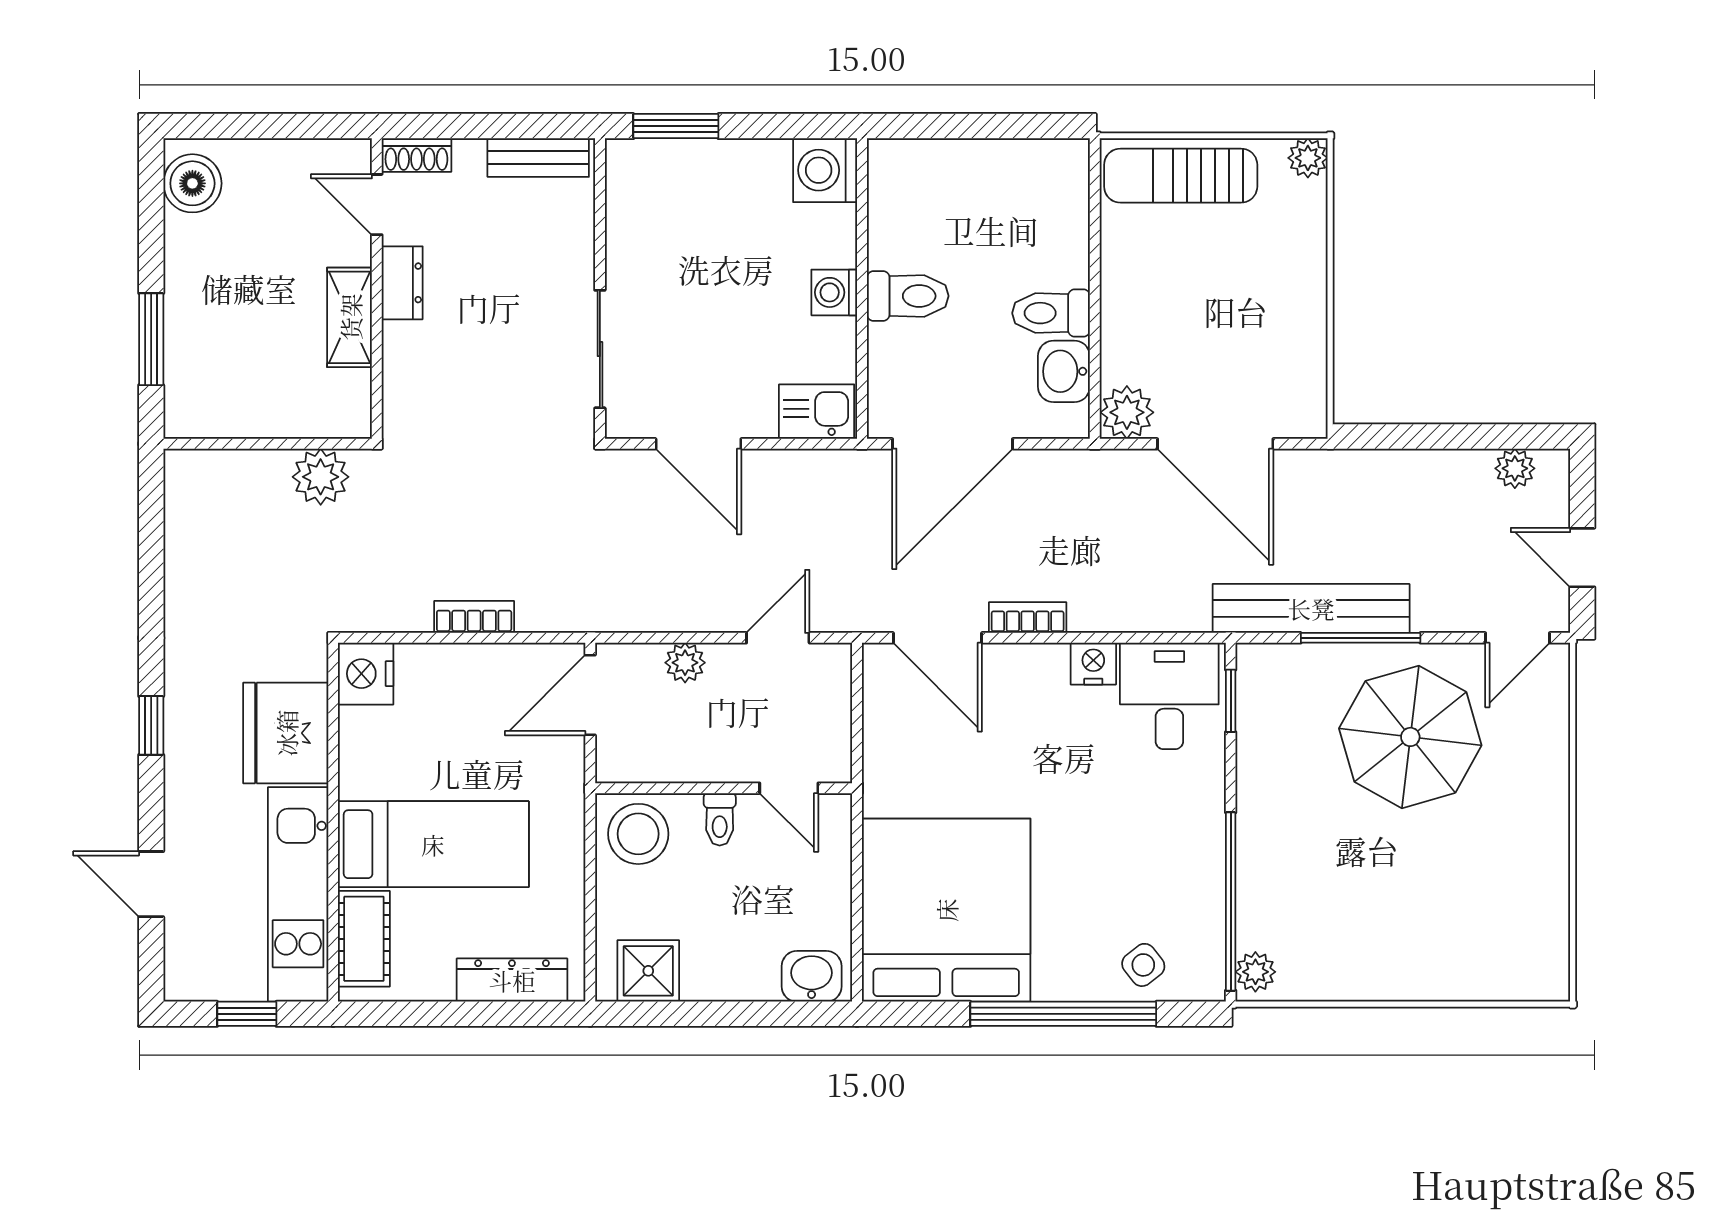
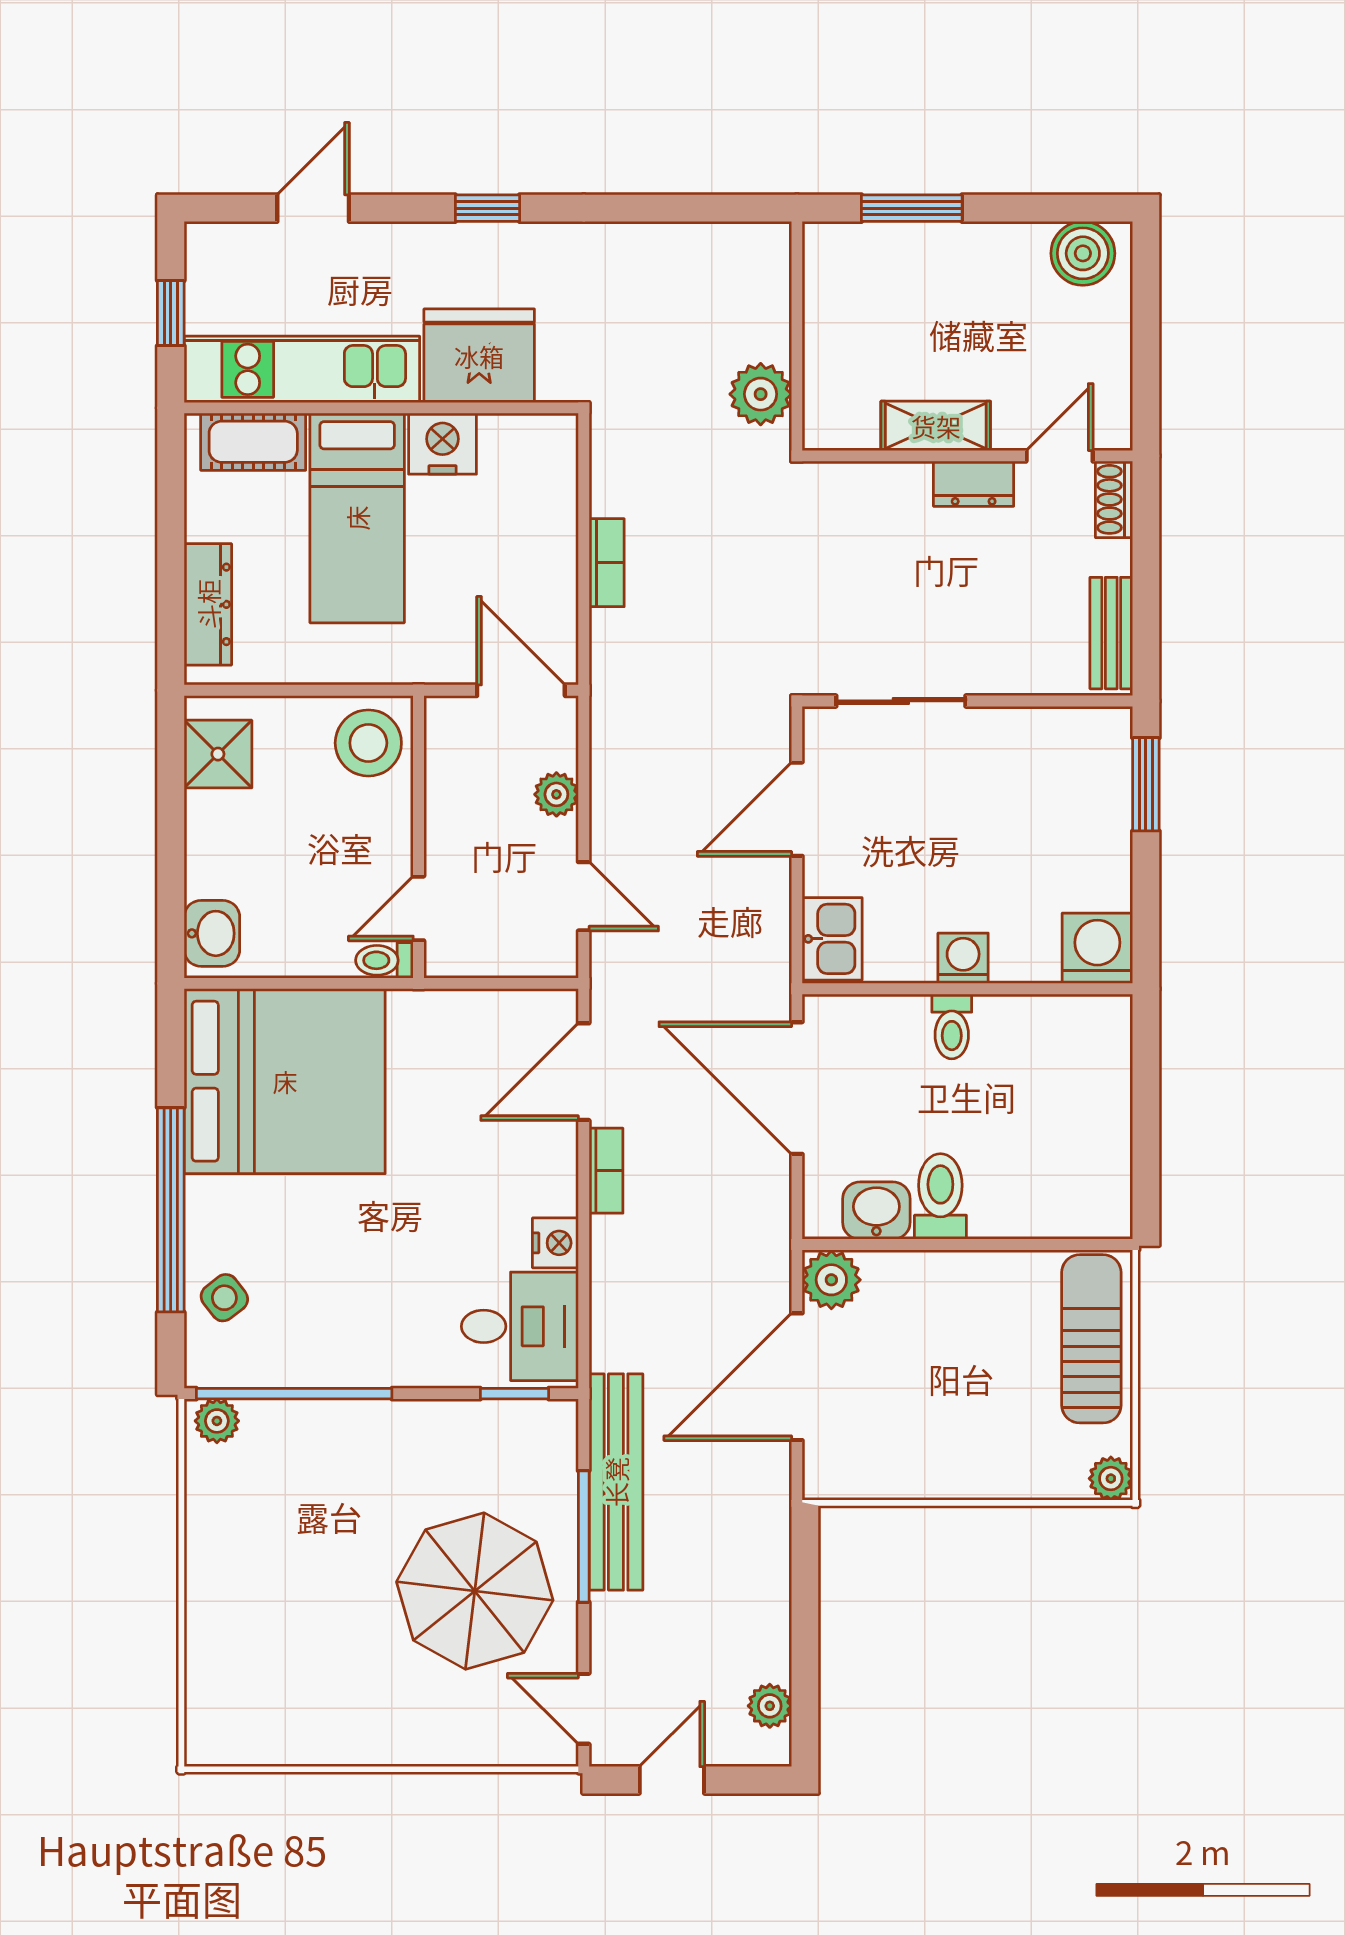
toilet: (908, 296) -> (952, 1026), width x0.73, depth x0.72
nightstand: (366, 674) -> (443, 444), moved
toilet: (720, 819) -> (384, 960), moved

